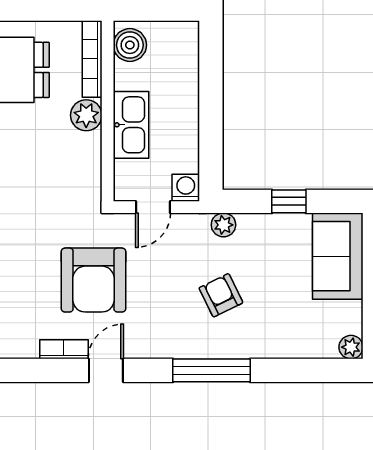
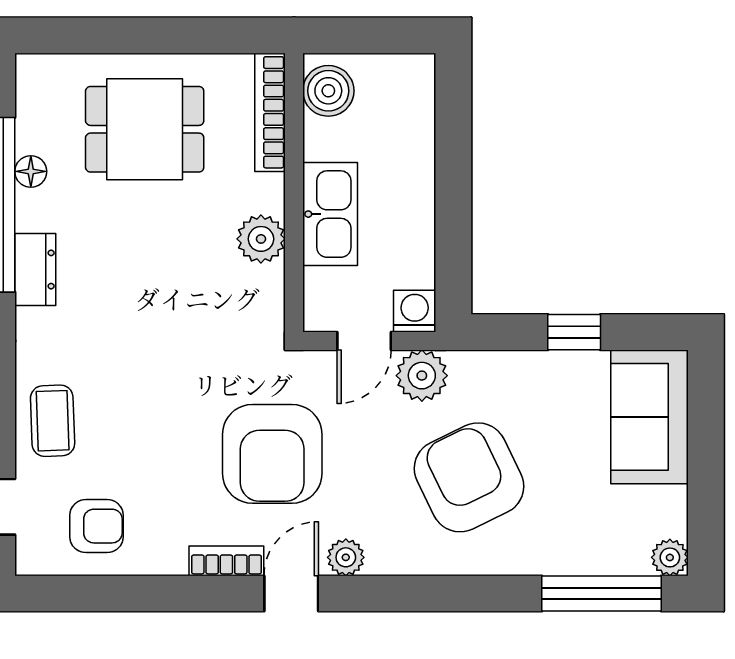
plant: (86, 115) -> (261, 239), moved
plant: (223, 225) -> (422, 376), moved, width x1.38, depth x1.38
armchair: (221, 295) -> (469, 477), width x1.88, depth x1.88
plant: (141, 347) -> (346, 557), added
window: (211, 370) -> (602, 594), moved

